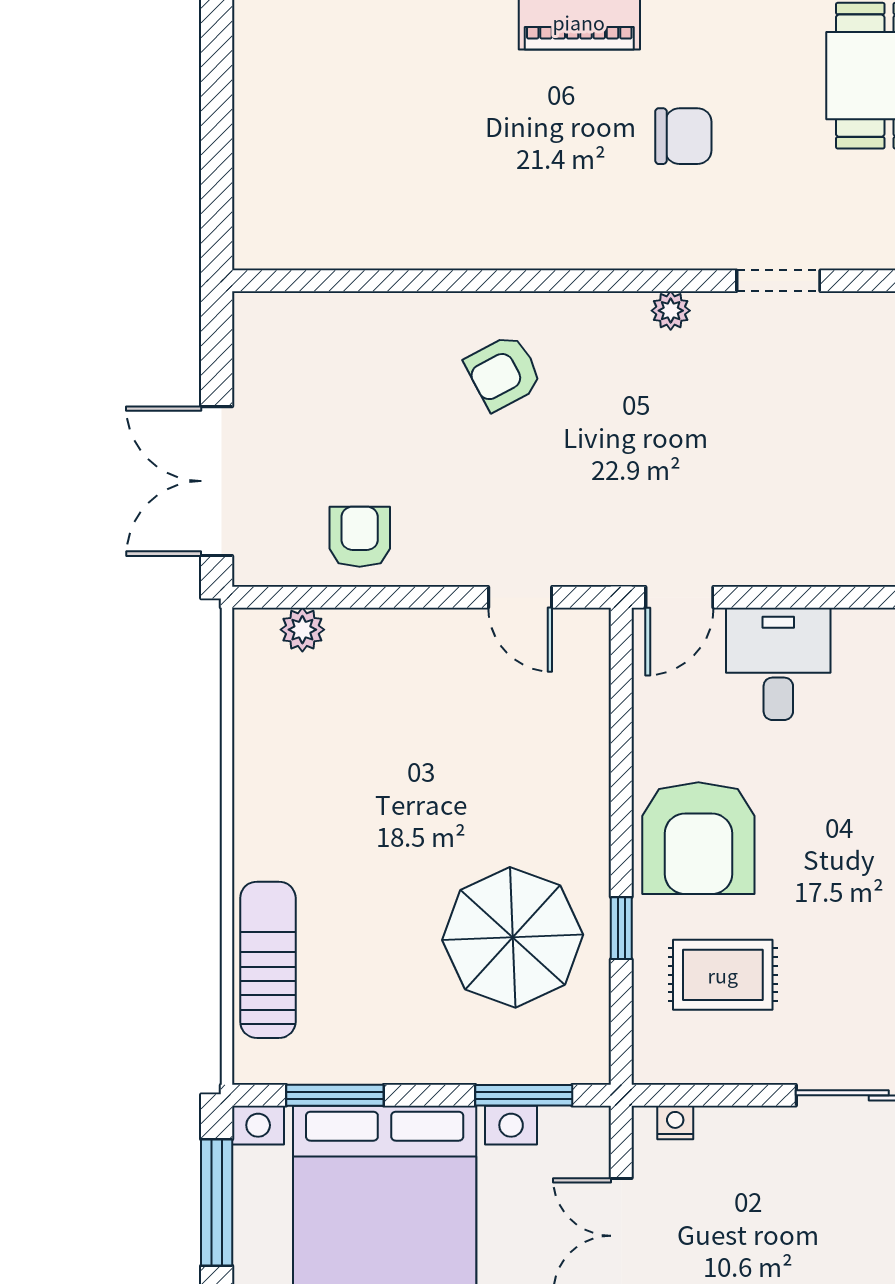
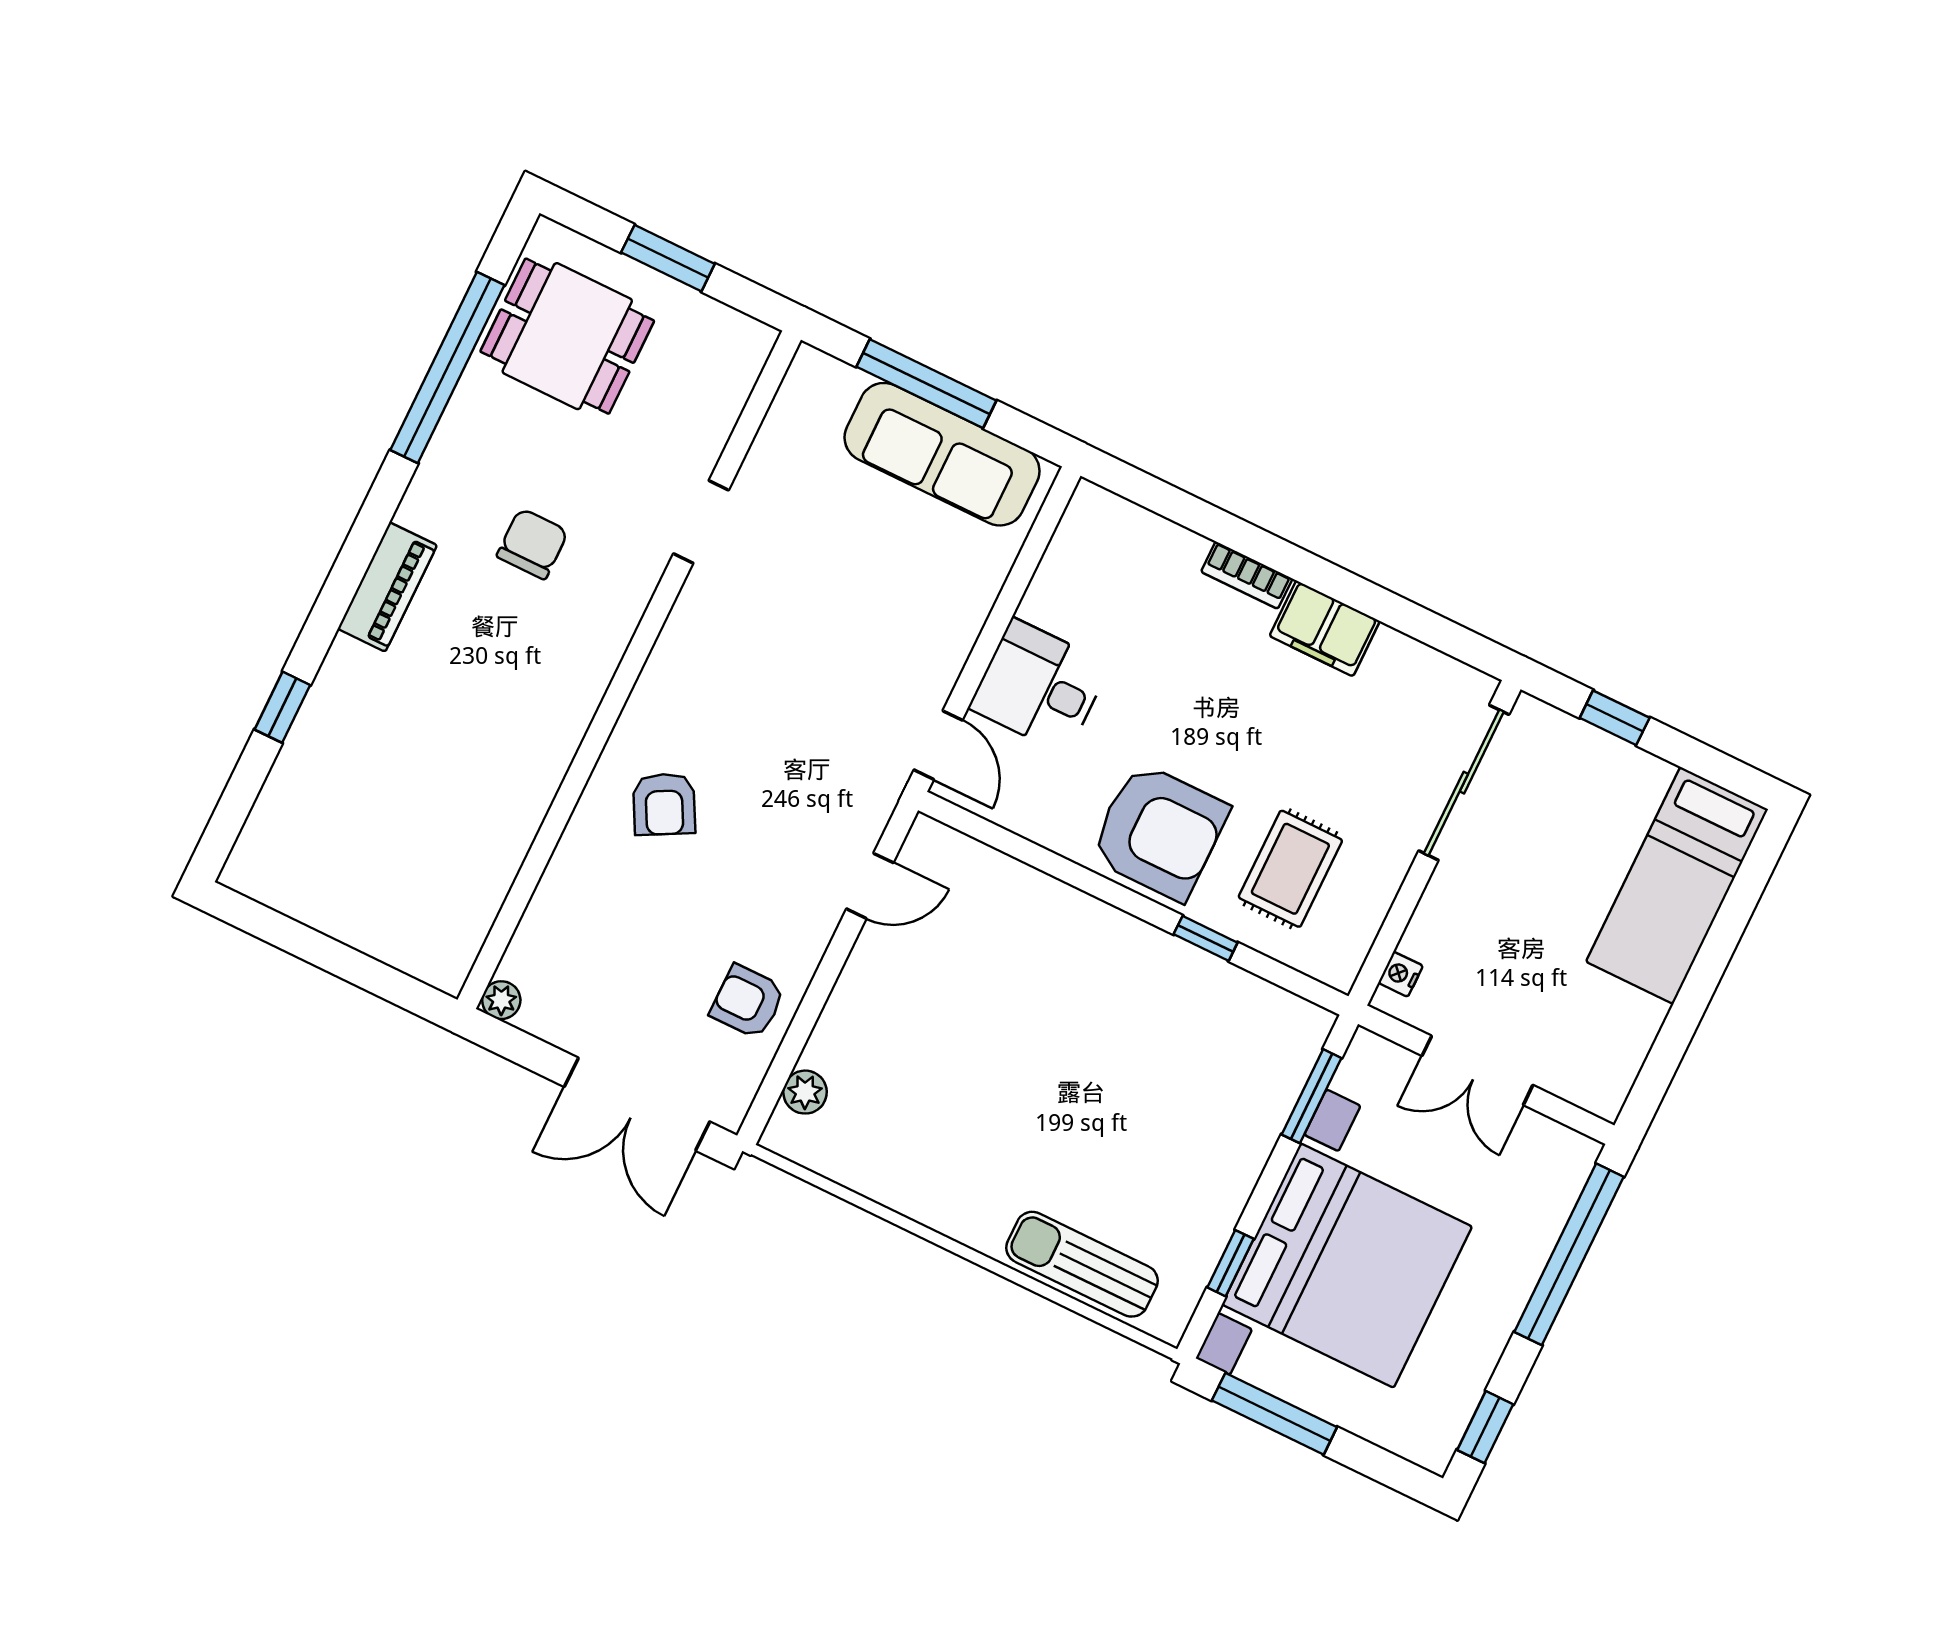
plant: (671, 311) -> (501, 1000), moved
parasol: (513, 937) -> (1167, 1038), removed
window: (335, 1095) -> (1230, 1263), width x0.67

